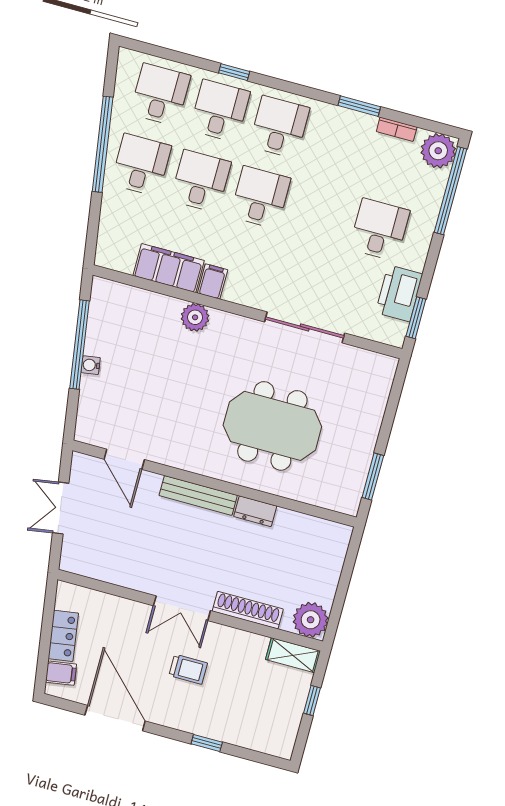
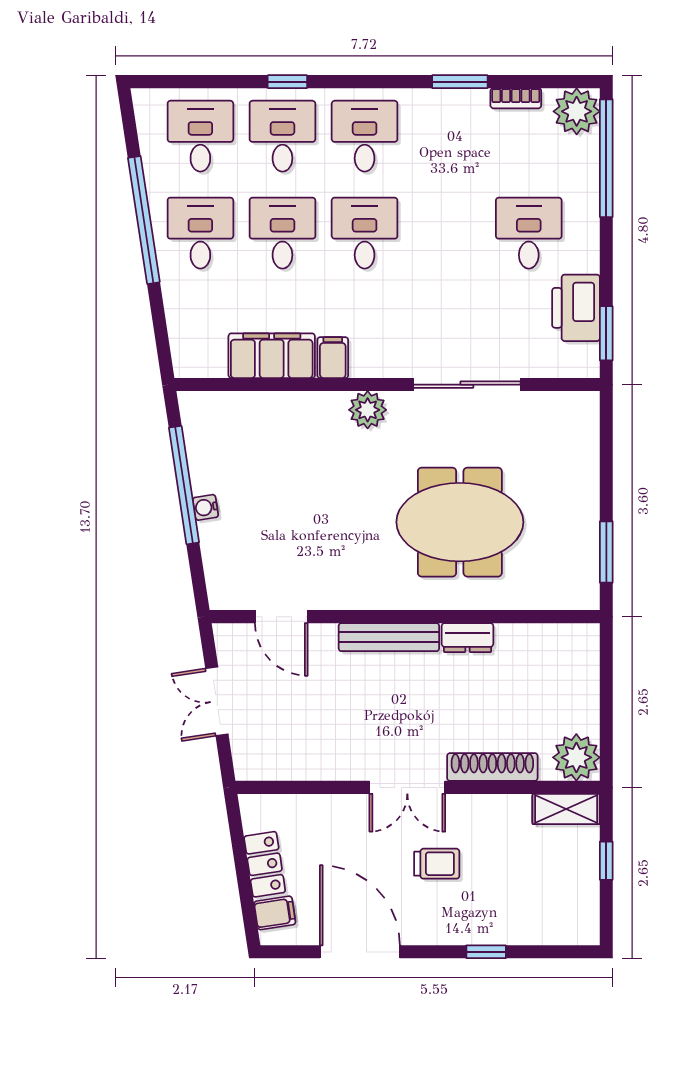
plant: (195, 317) -> (368, 410), moved

